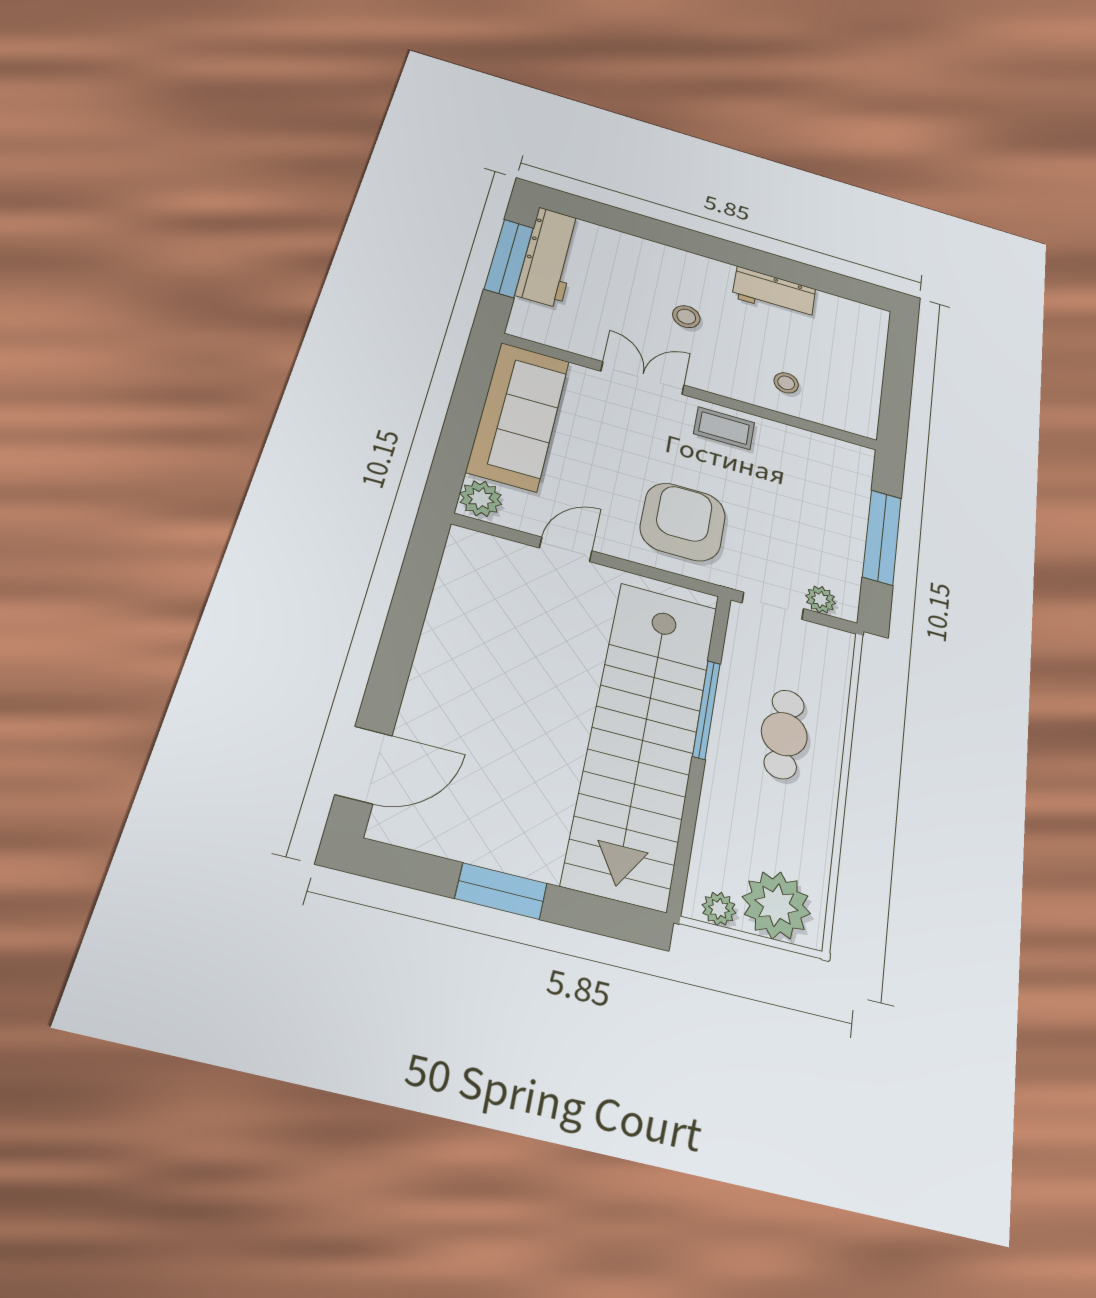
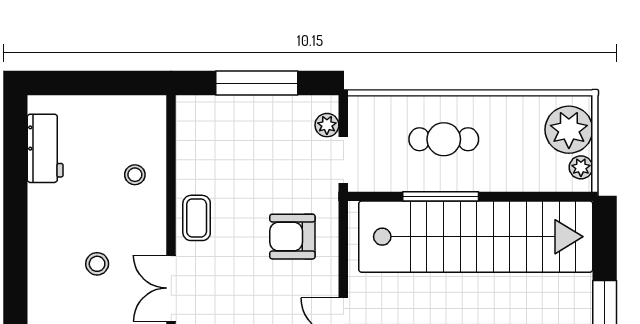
workbench: (774, 293) -> (45, 148), moved
armchair: (683, 522) -> (292, 237), width x0.73, depth x0.73

